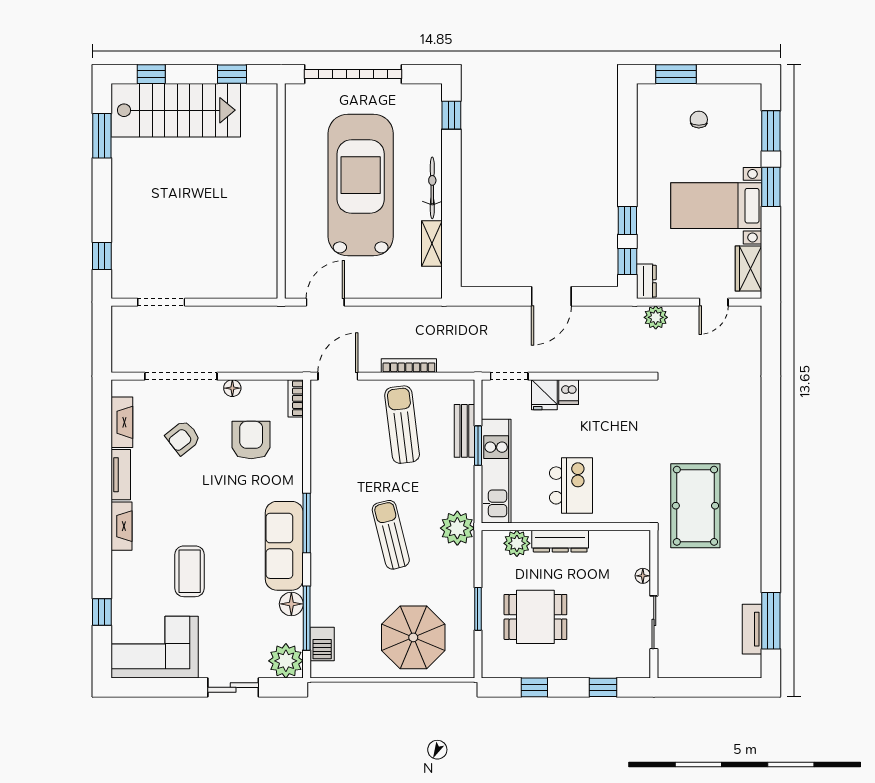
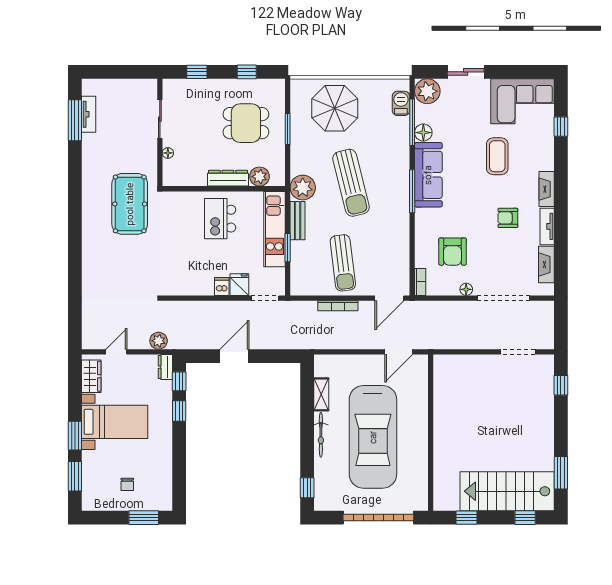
bench: (464, 431) -> (298, 221), moved
armchair: (183, 438) -> (508, 218), moved, turned -142
sun lounger: (391, 535) -> (351, 183), width x1.36, depth x1.34

